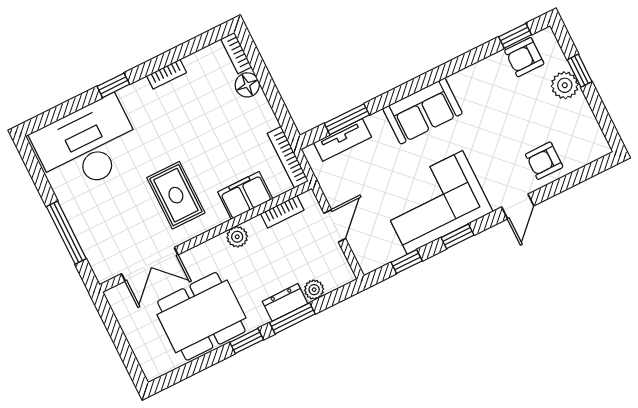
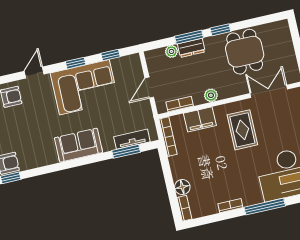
window: (113, 85) -> (265, 207), width x2.17
dining table: (201, 316) -> (245, 52), width x0.73

